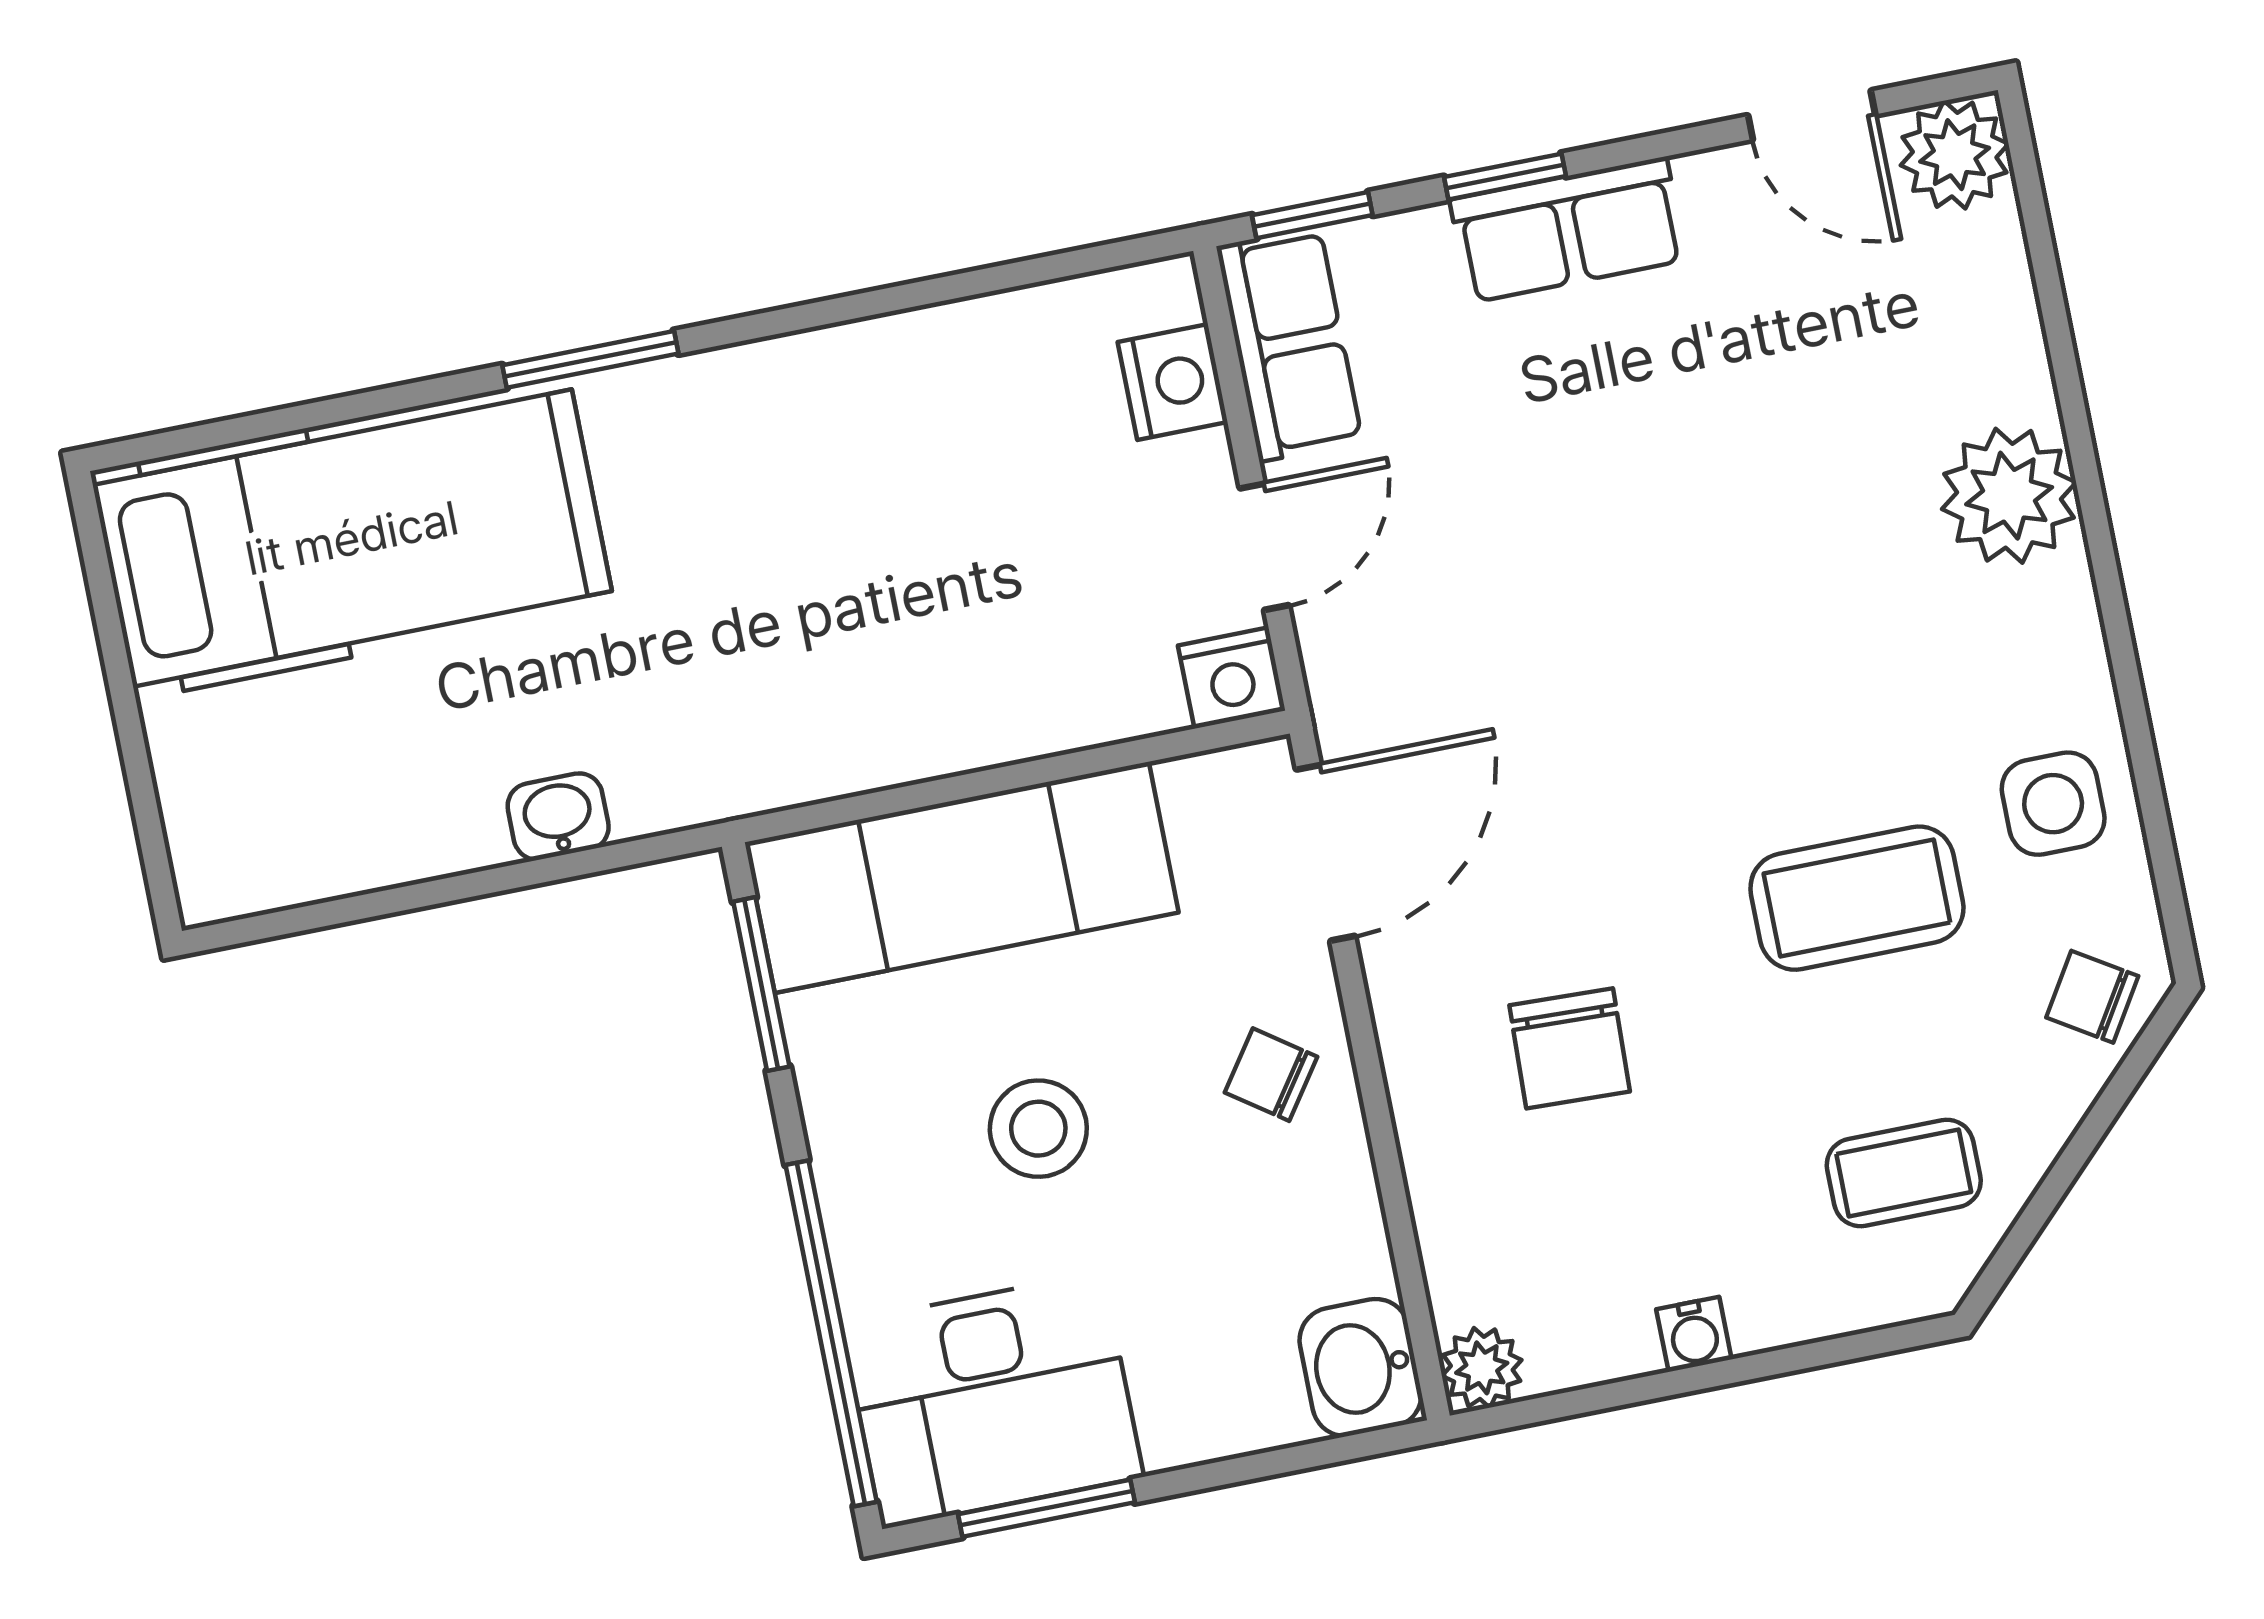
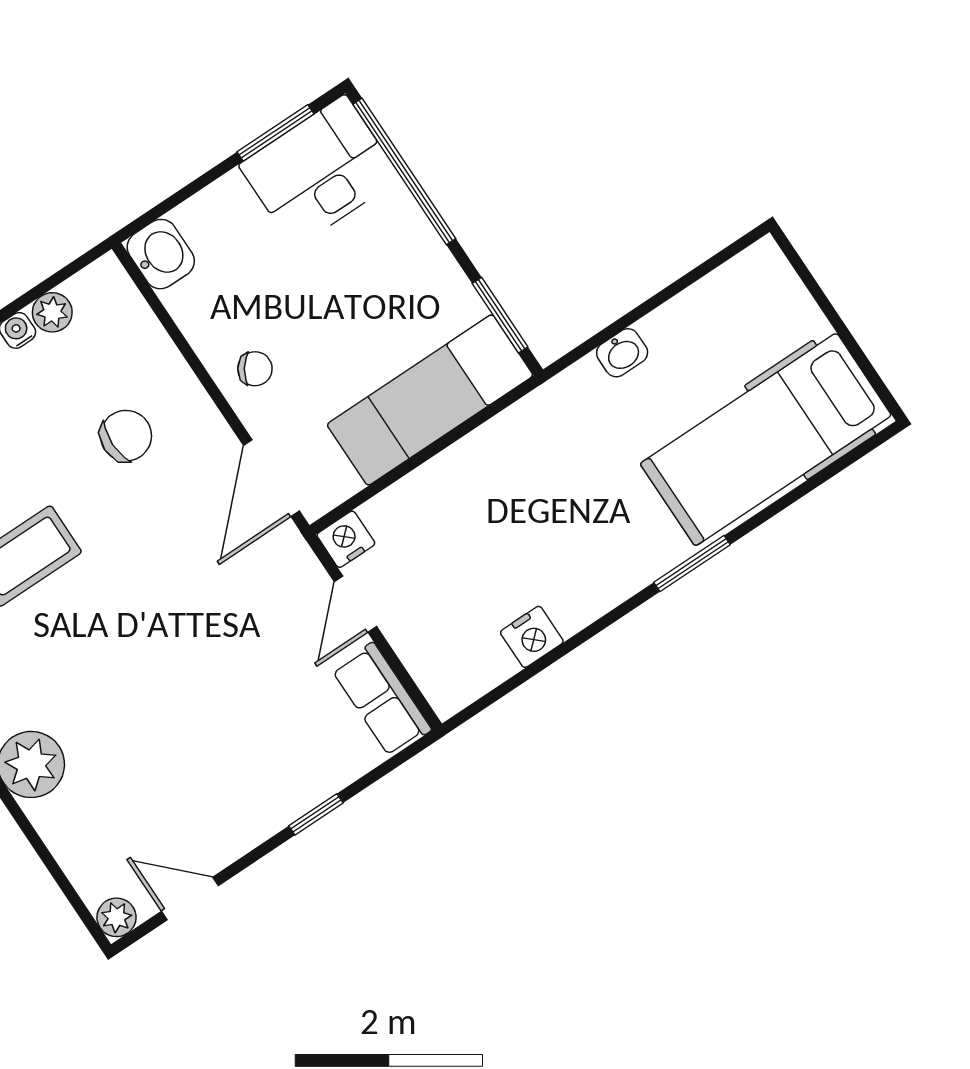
plant: (1955, 155) -> (117, 917), width x0.73, depth x0.73
window: (1312, 215) -> (395, 762), removed
row of seats: (1568, 230) -> (278, 802), removed
nightstand: (1173, 382) -> (532, 637), moved, turned -90
chair: (1570, 1048) -> (126, 436), turned 88
stool: (1038, 1129) -> (349, 302), removed
plant: (1482, 1368) -> (52, 312), moved

